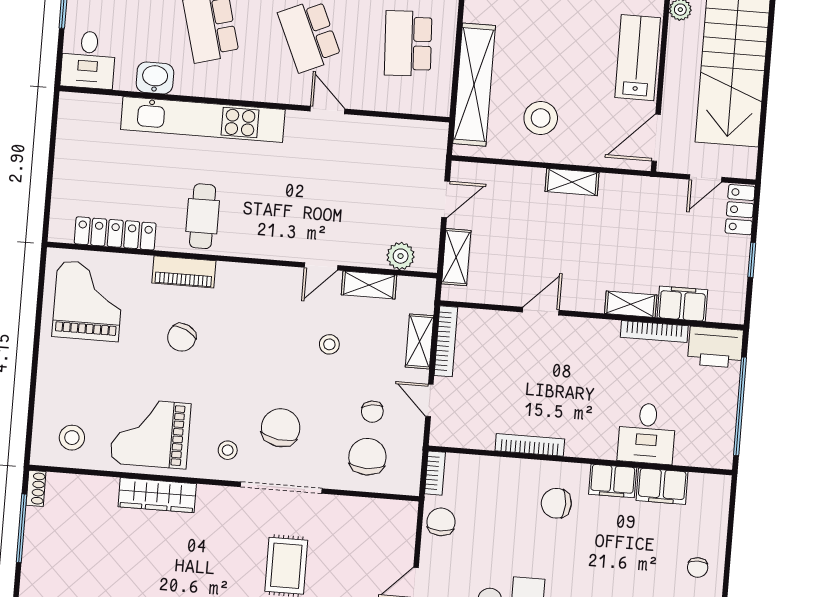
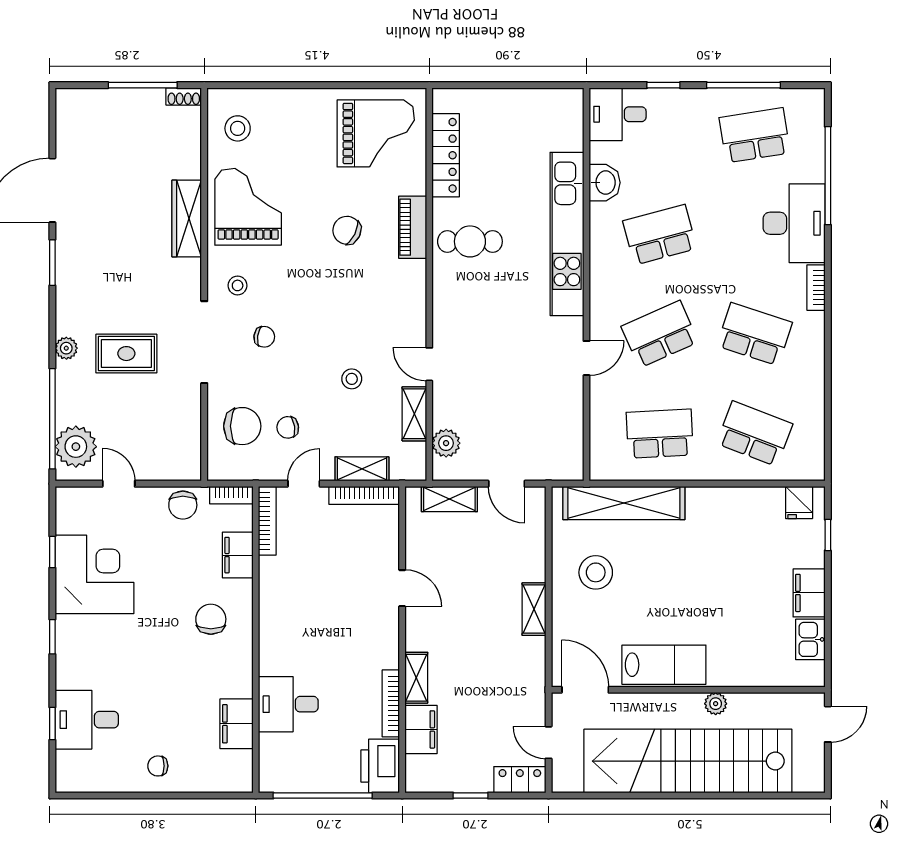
chair: (281, 428) -> (264, 337), width x0.54, depth x0.54
bookcase: (530, 445) -> (267, 521), moved
filing cabinet: (613, 481) -> (238, 555), moved
chair: (441, 522) -> (183, 505), turned 90

